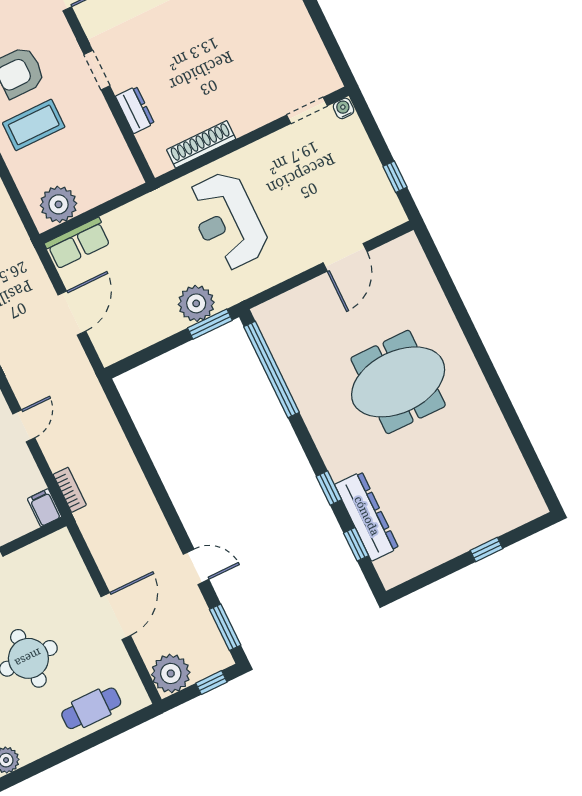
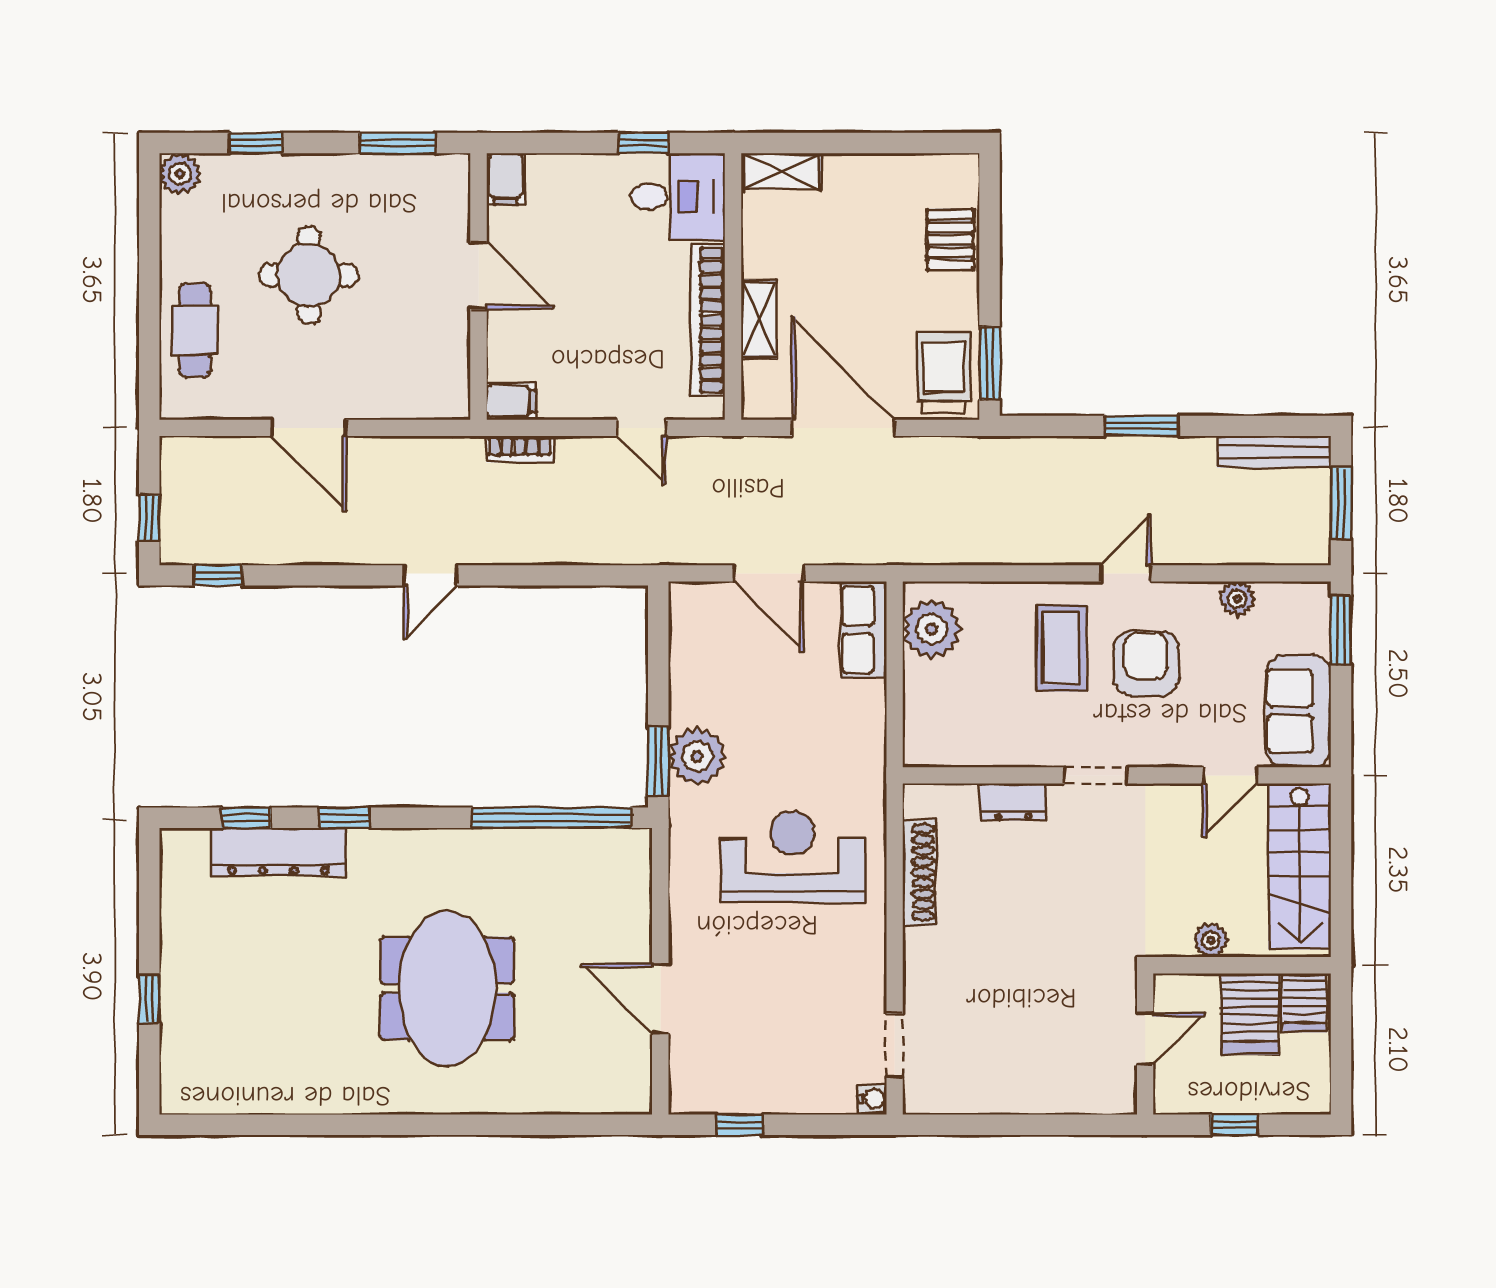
door: (196, 567) -> (431, 575), moved
window: (225, 627) -> (218, 575), width x0.67
plant: (171, 673) -> (190, 467), removed

